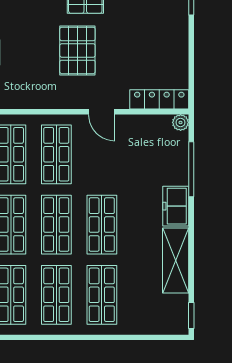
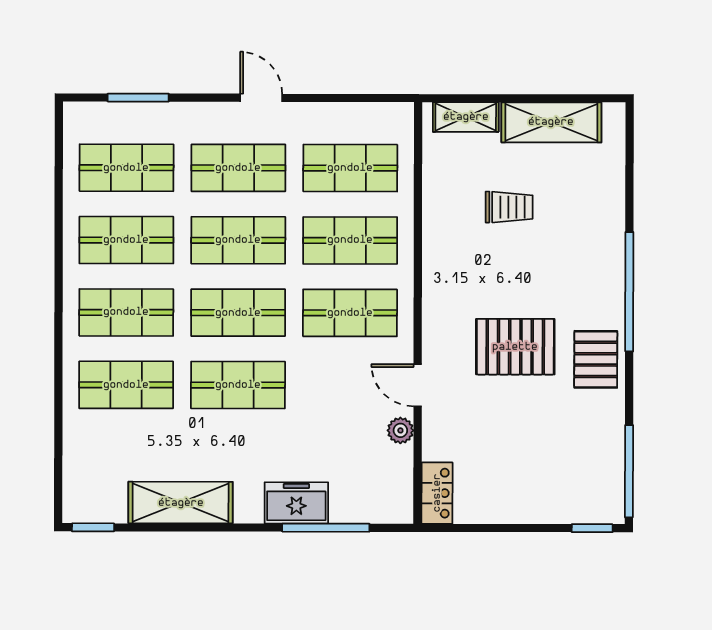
locker: (159, 99) -> (437, 493), width x0.66
door: (102, 112) -> (418, 385), hinge flipped
plant: (181, 123) -> (400, 430), moved
freezer: (176, 206) -> (296, 503), moved

